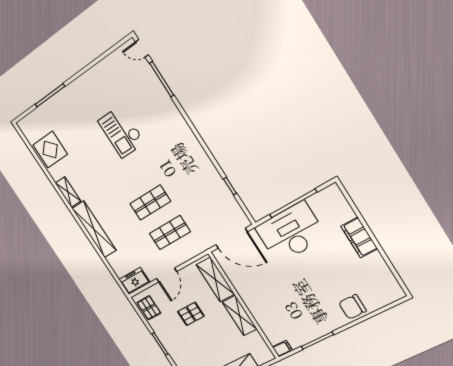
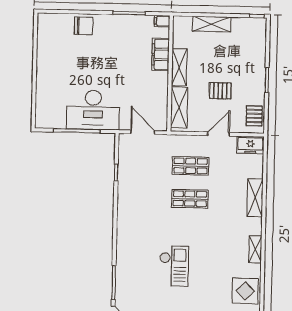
shelving: (94, 229) -> (255, 198), width x0.68
filing cabinet: (359, 237) -> (161, 54), moved, turned 180
door: (232, 238) -> (143, 132), width x0.73

